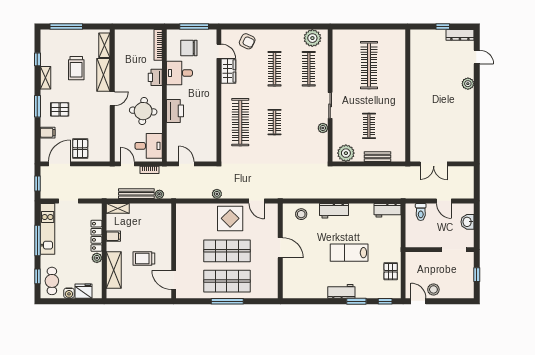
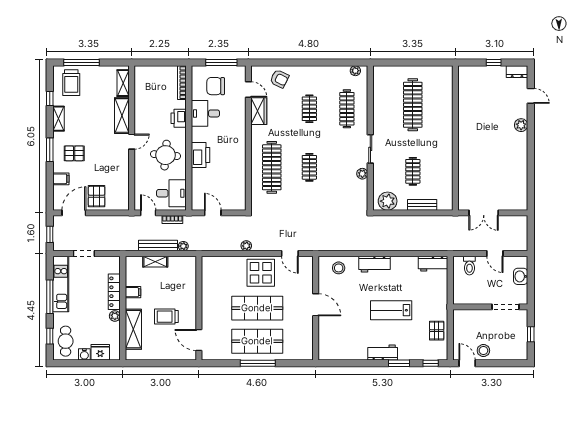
dresser: (460, 35) -> (517, 72), width x0.70
plant: (312, 38) -> (355, 71), width x0.53, depth x0.53
trolley: (76, 68) -> (71, 83), moved
clothes rail: (274, 69) -> (309, 109), width x0.73
shelving: (118, 208) -> (155, 262), moved

